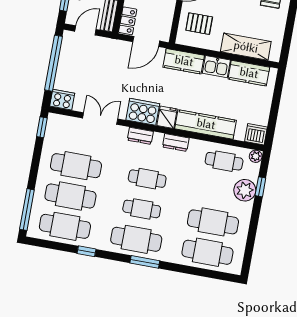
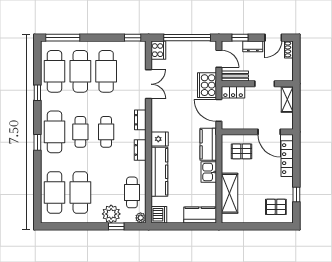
pallet: (199, 24) -> (241, 151), turned 90
kitchen counter: (249, 73) -> (200, 215), moved, turned 90
cooker: (143, 112) -> (207, 85), moved, turned 180
window: (145, 262) -> (37, 142), width x0.67

